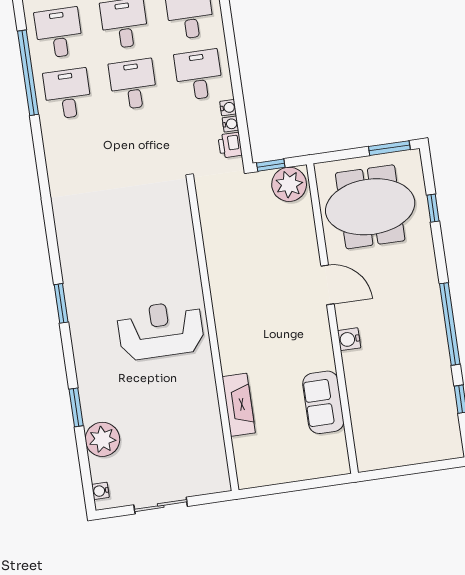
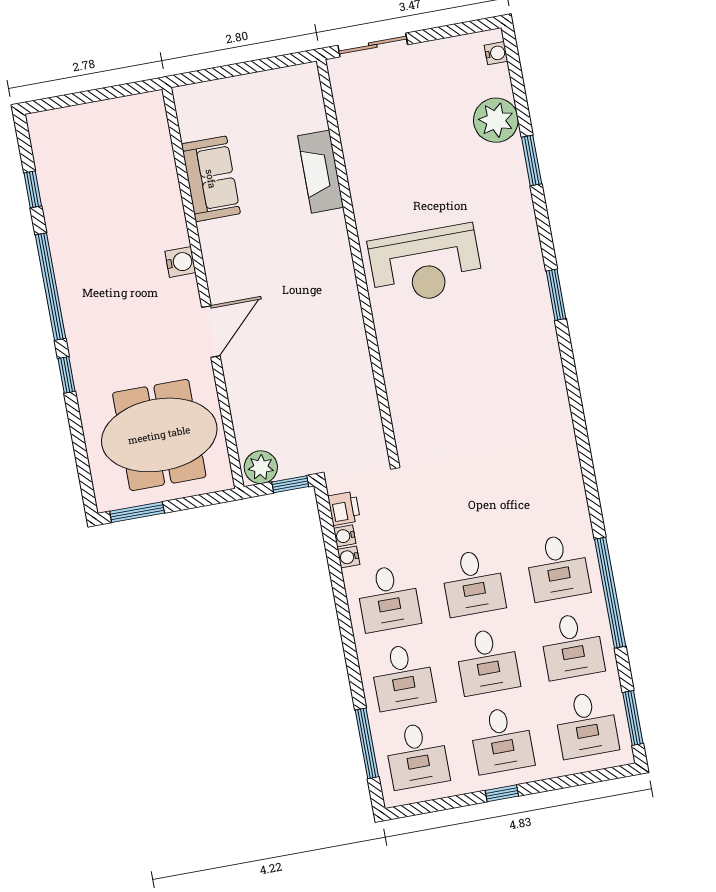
plant: (289, 184) -> (261, 467), width x0.73, depth x0.73
window: (433, 208) -> (66, 375), moved
door: (327, 285) -> (211, 332), swing flipped
sliding door: (161, 506) -> (373, 45), moved

